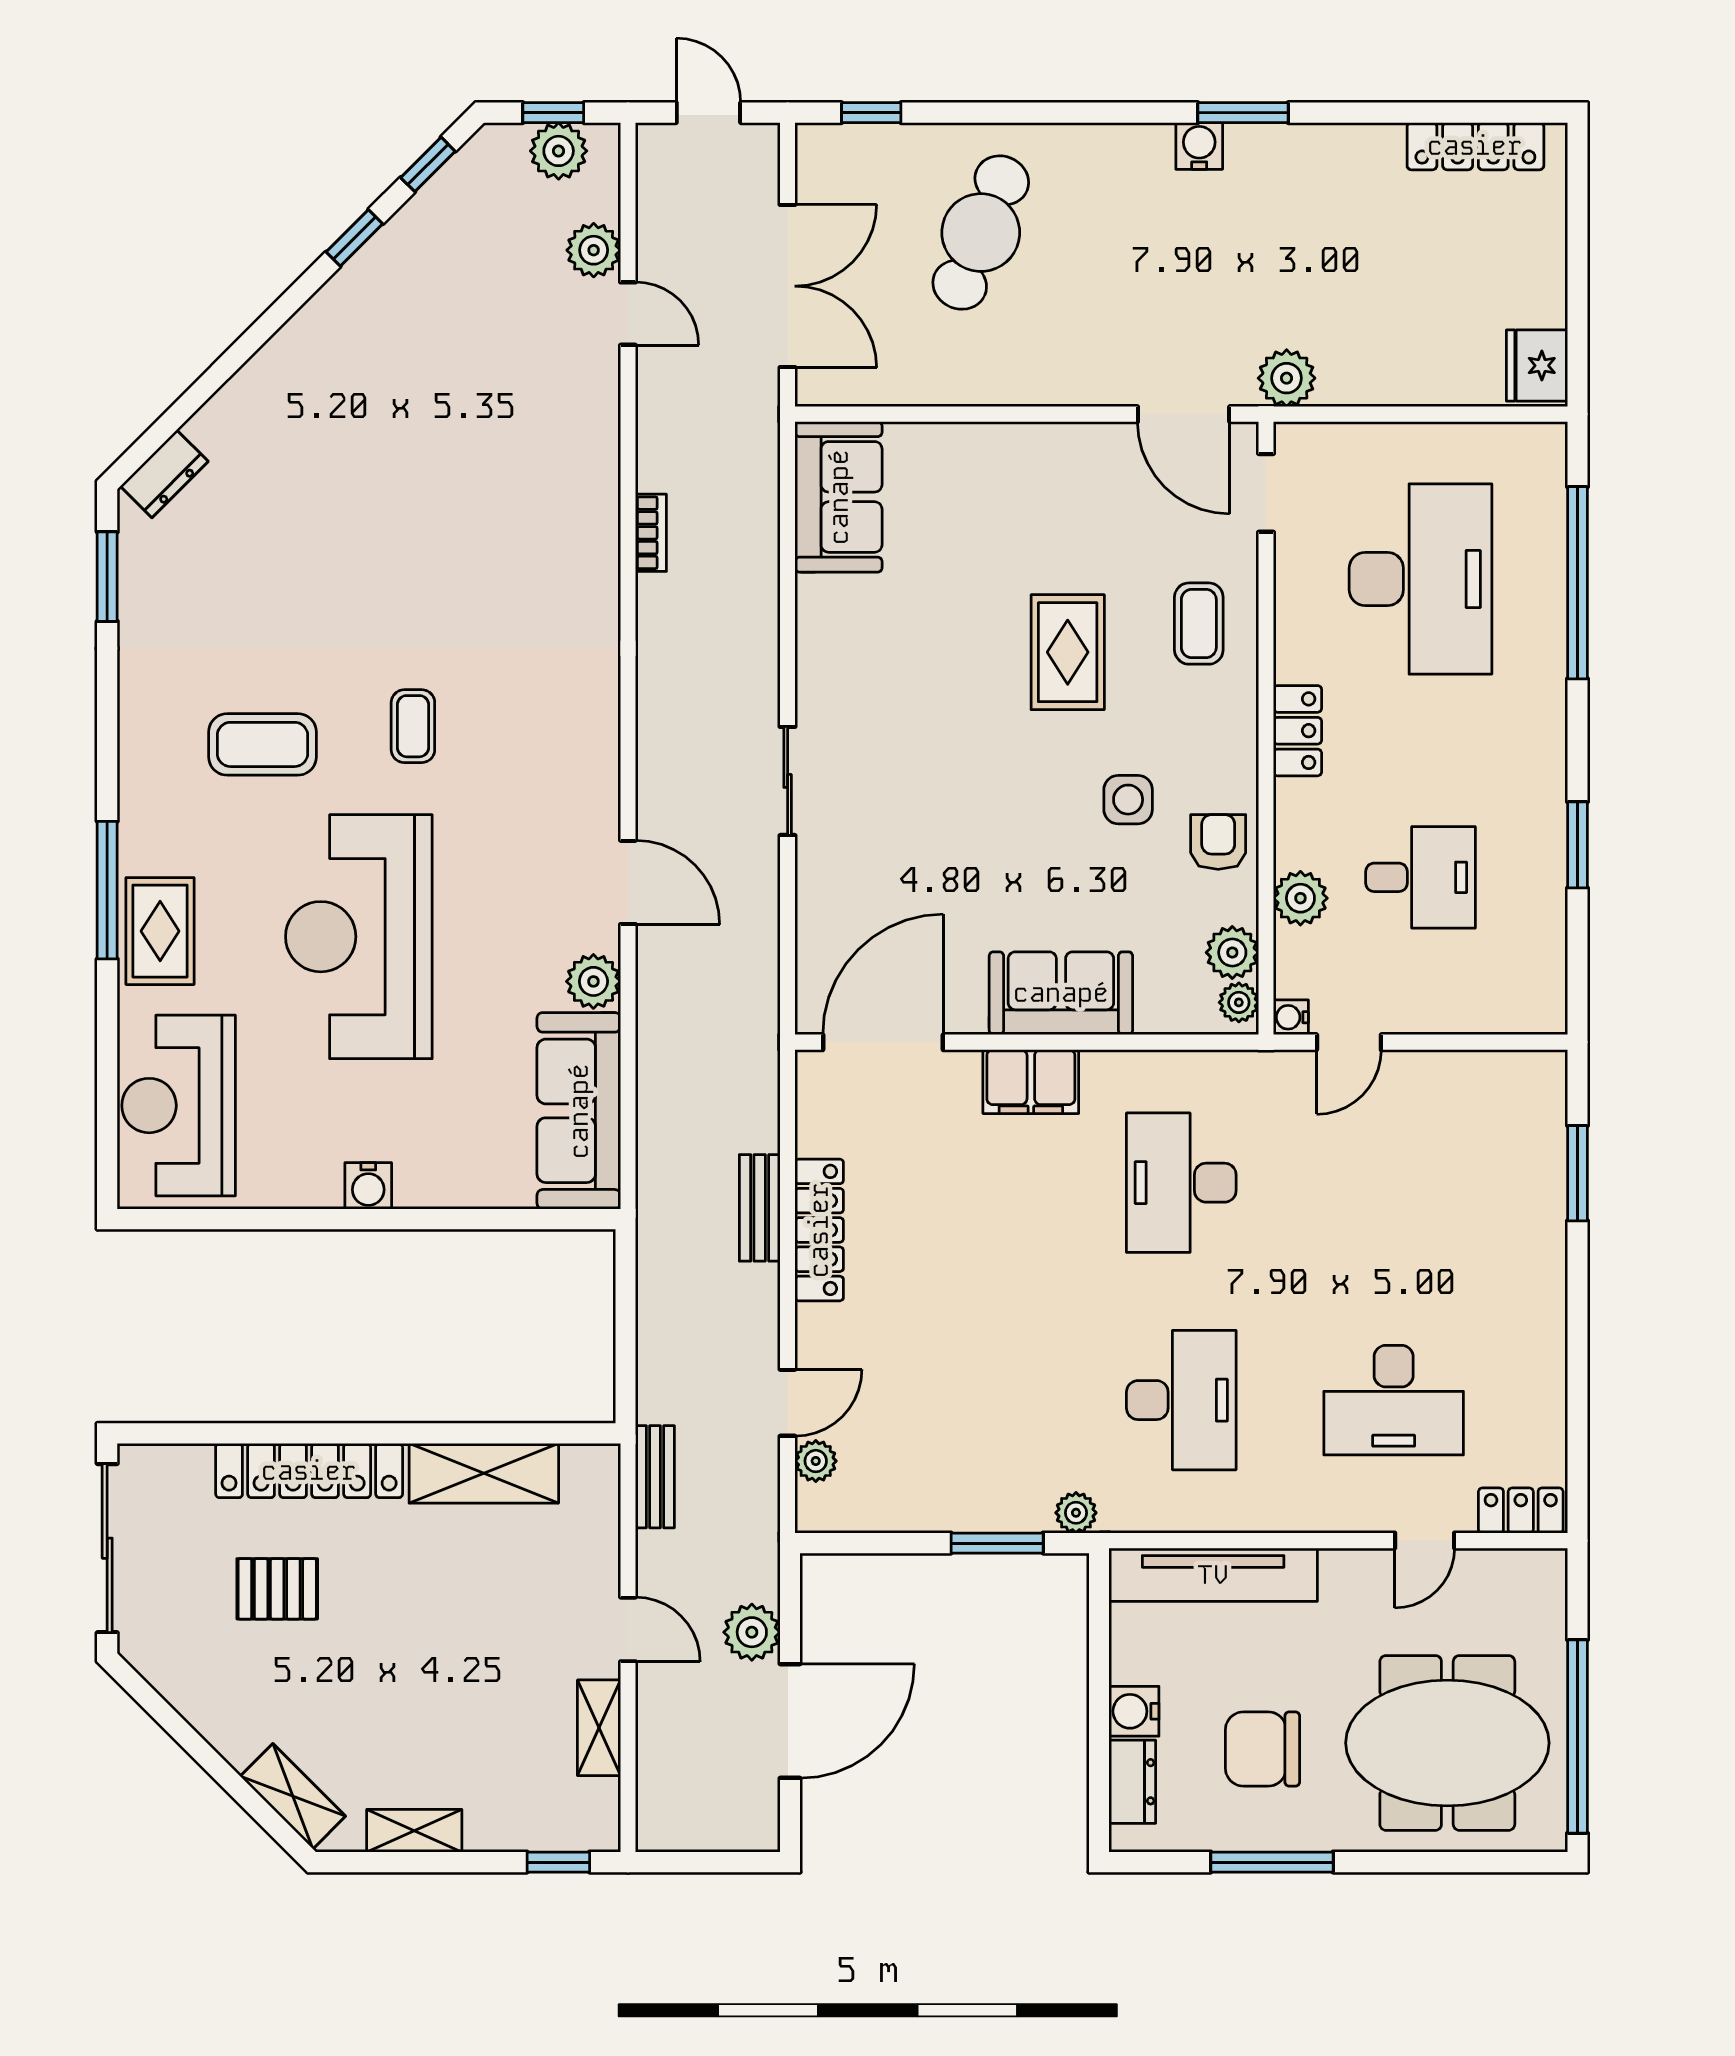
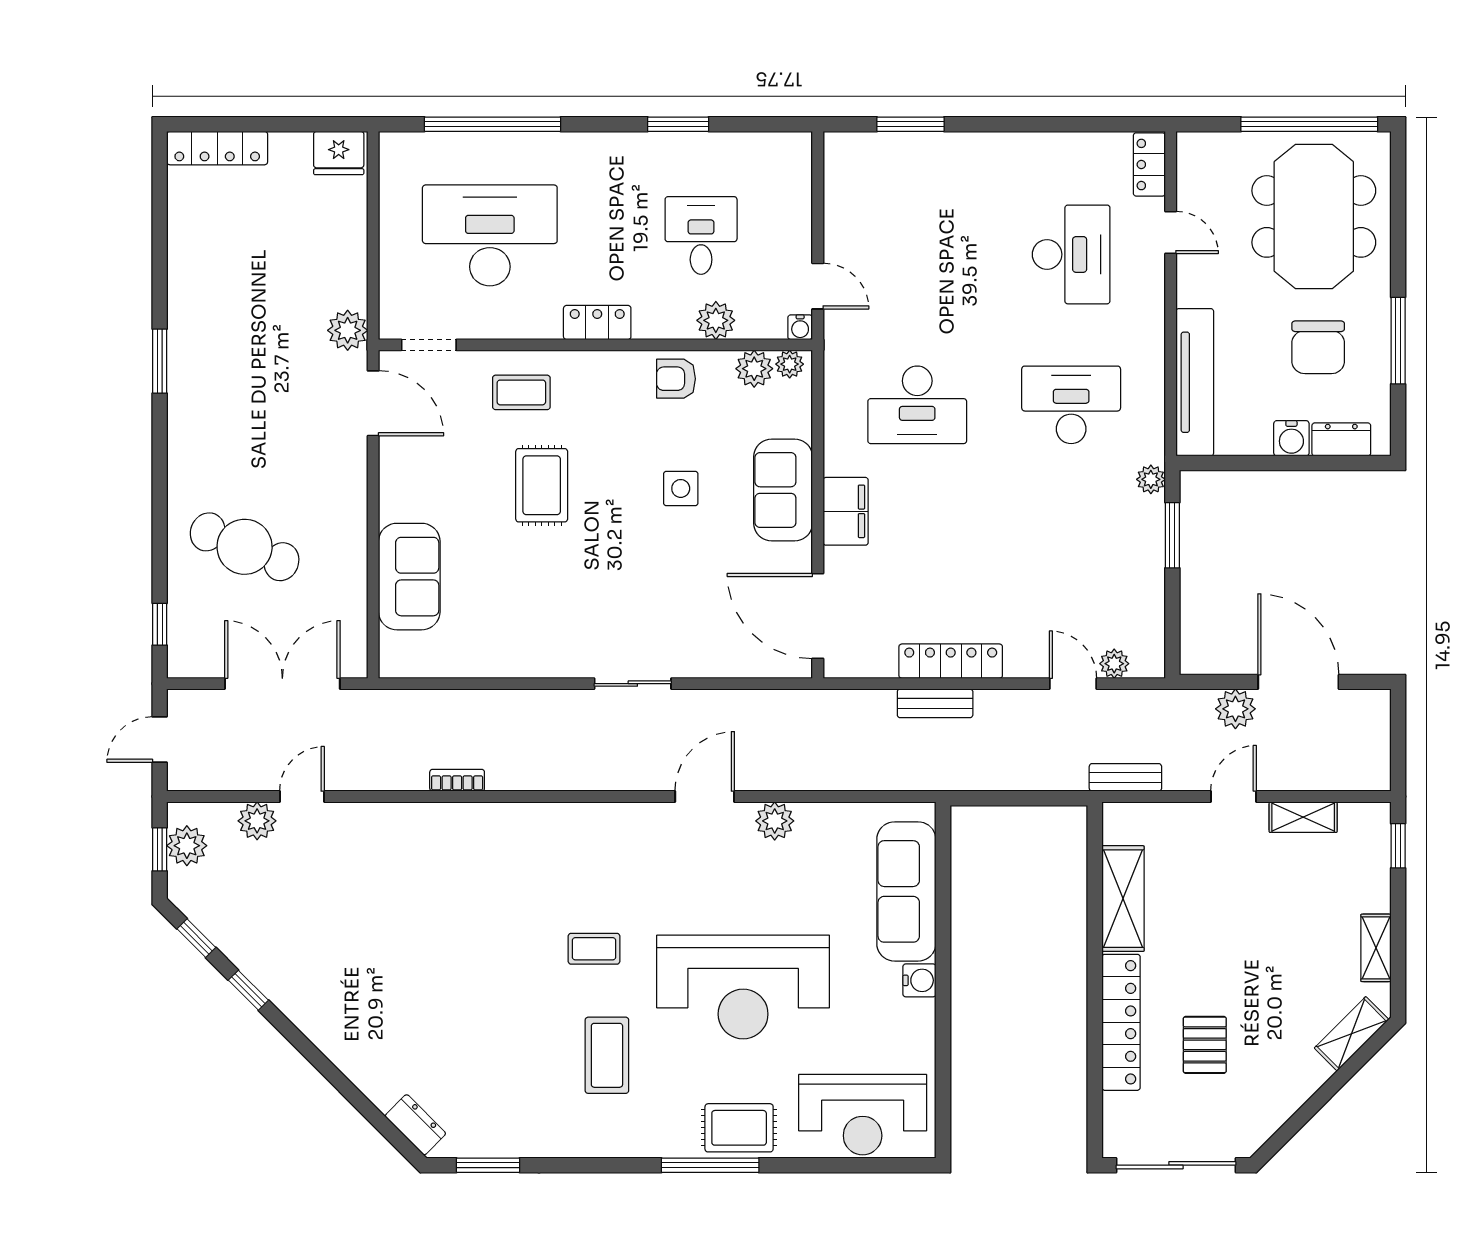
water cooler: (1199, 146) -> (183, 392), removed
locker: (1475, 146) -> (217, 148), moved, turned 90
door: (1184, 414) -> (373, 403), hinge flipped
sofa: (839, 497) -> (409, 577), moved, turned 90
rug: (1068, 652) -> (542, 485), turned 90
side table: (1128, 800) -> (681, 488), moved
sofa: (579, 1111) -> (906, 891), moved, turned 90

